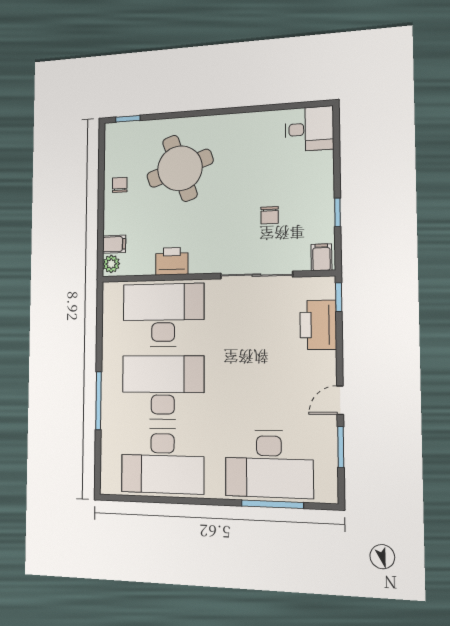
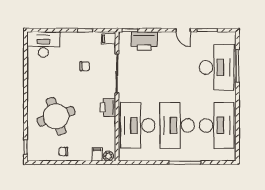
desk: (309, 129) -> (43, 44), width x1.37
printer: (172, 261) -> (108, 107), moved

